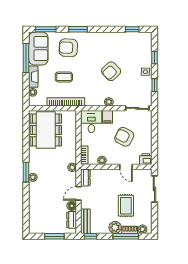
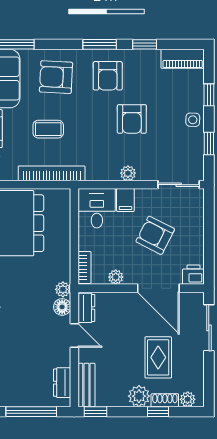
window: (78, 29) -> (100, 44), moved
window: (132, 29) -> (145, 44), moved
piano: (140, 37) -> (183, 59), added
armchair: (97, 47) -> (108, 76), added
armchair: (111, 71) -> (132, 119), turned -47
door: (126, 167) -> (158, 288), width x1.87
door: (79, 193) -> (74, 336), swing flipped
floor lamp: (72, 206) -> (62, 307), moved
window: (54, 236) -> (31, 412), width x1.44
window: (126, 236) -> (158, 412), width x0.46

